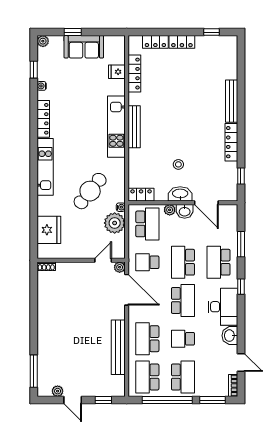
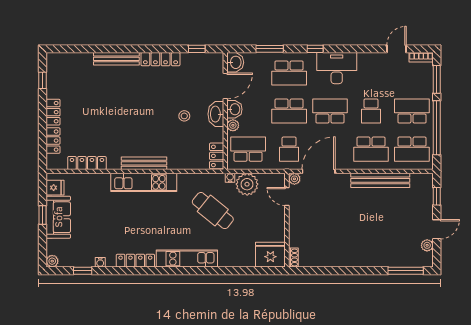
window: (73, 32) -> (42, 215), moved
fridge: (117, 72) -> (55, 188), moved, turned -90
fridge: (49, 230) -> (270, 255), moved
washbasin: (230, 336) -> (235, 62), moved, turned -90

